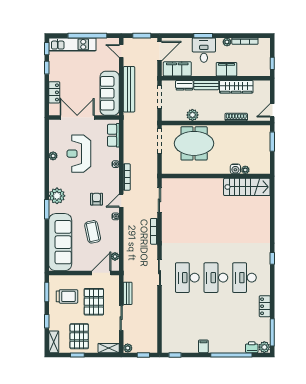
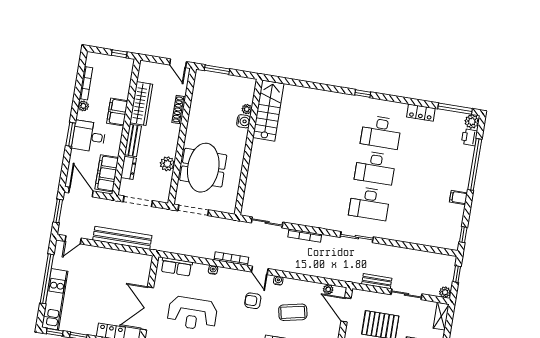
sofa: (110, 93) -> (123, 263), removed

